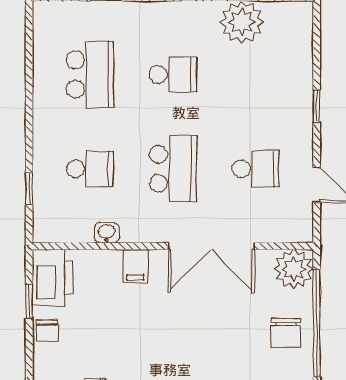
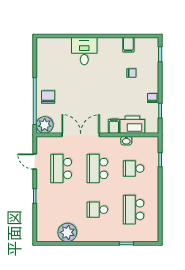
school desk: (256, 169) -> (61, 169), width x1.85
printer: (53, 277) -> (132, 125), moved, turned 90

